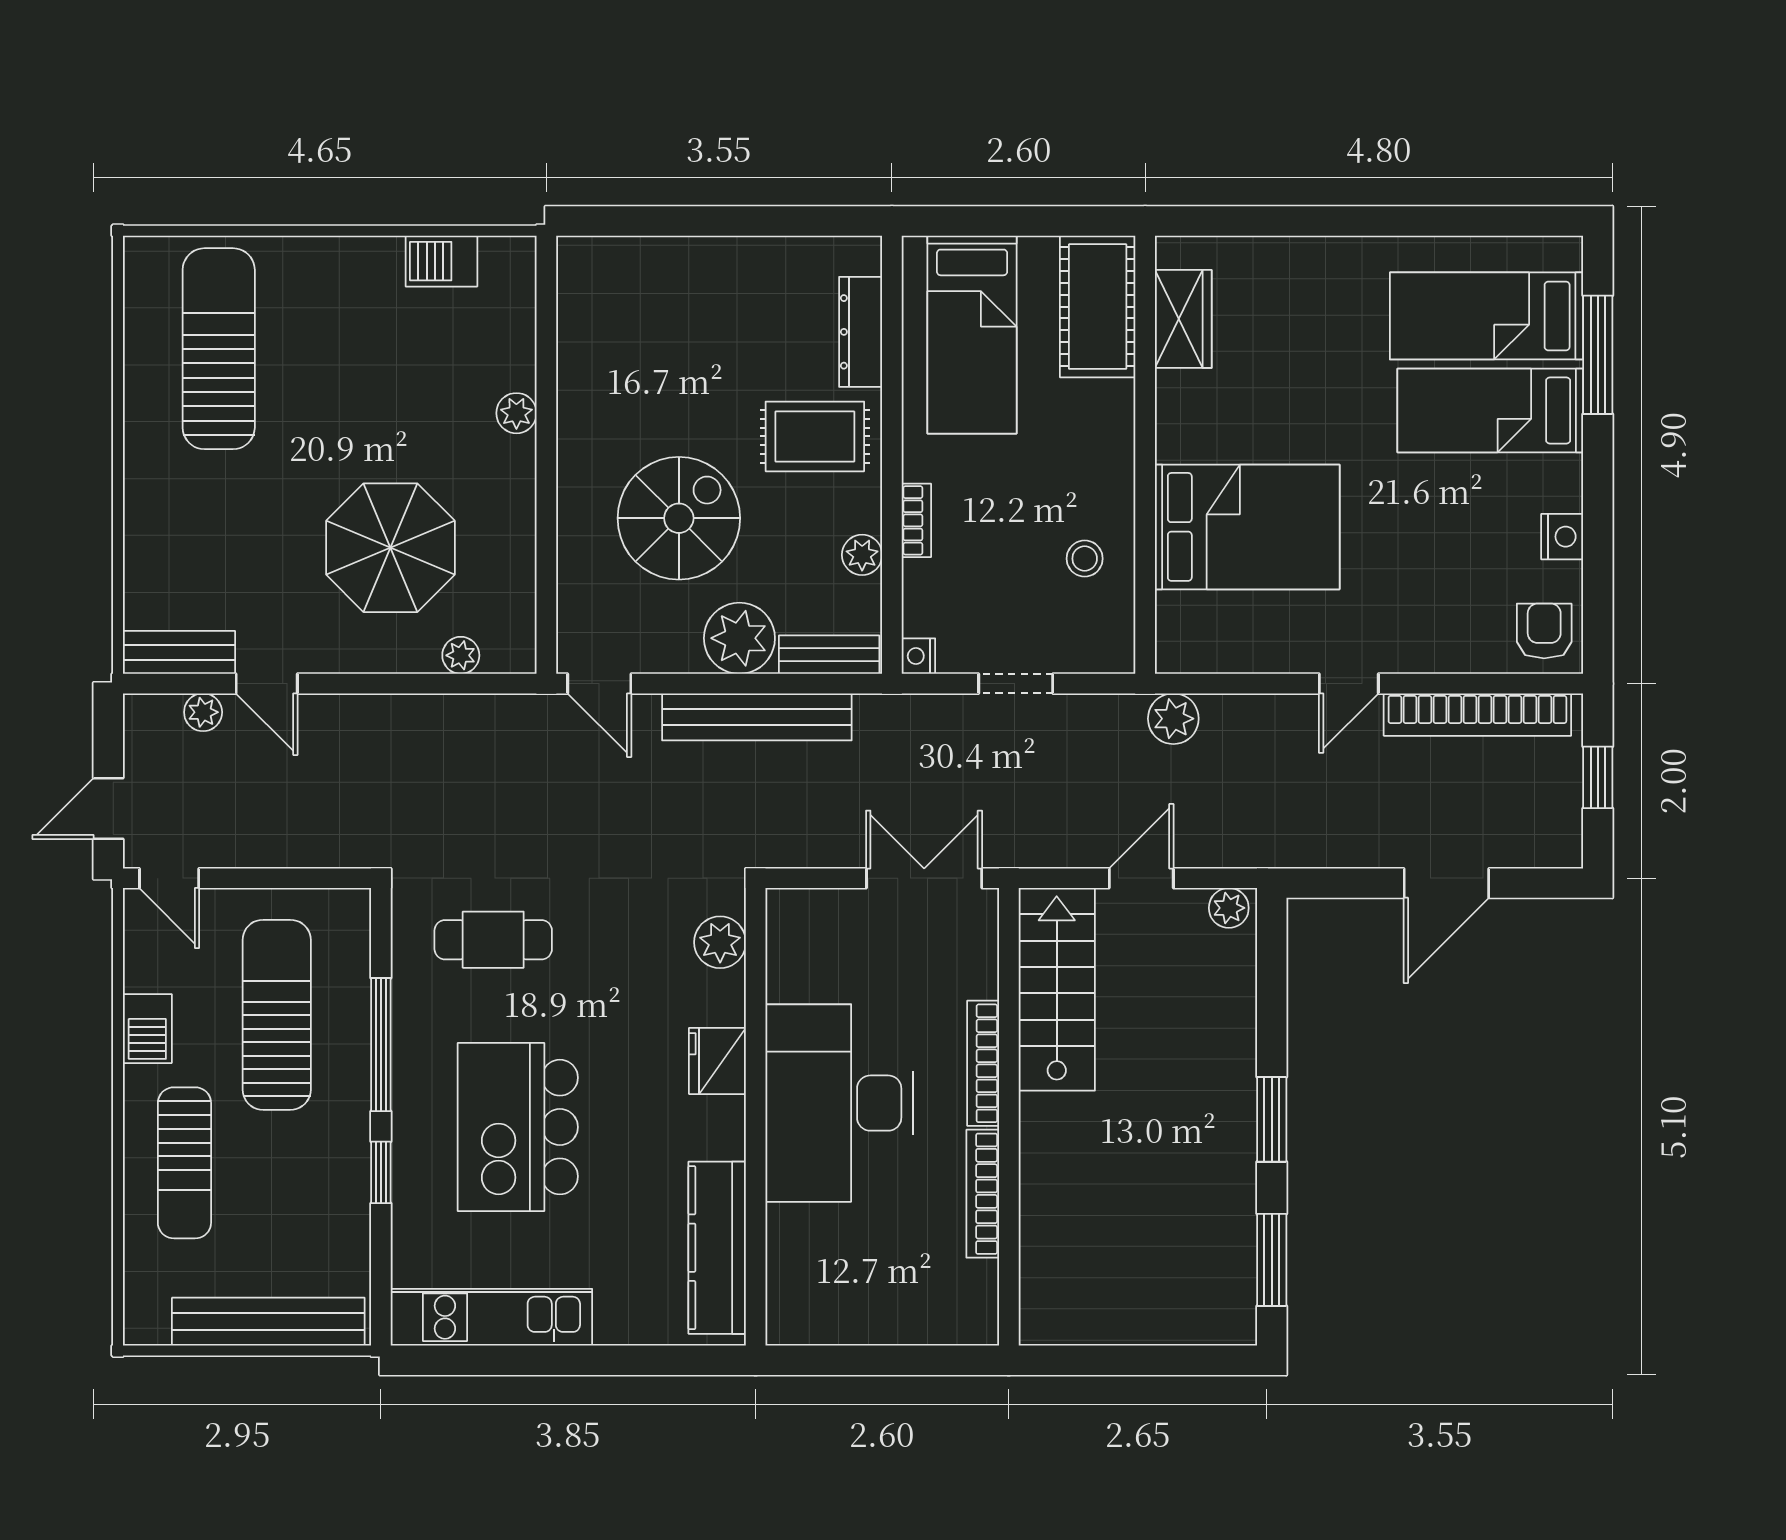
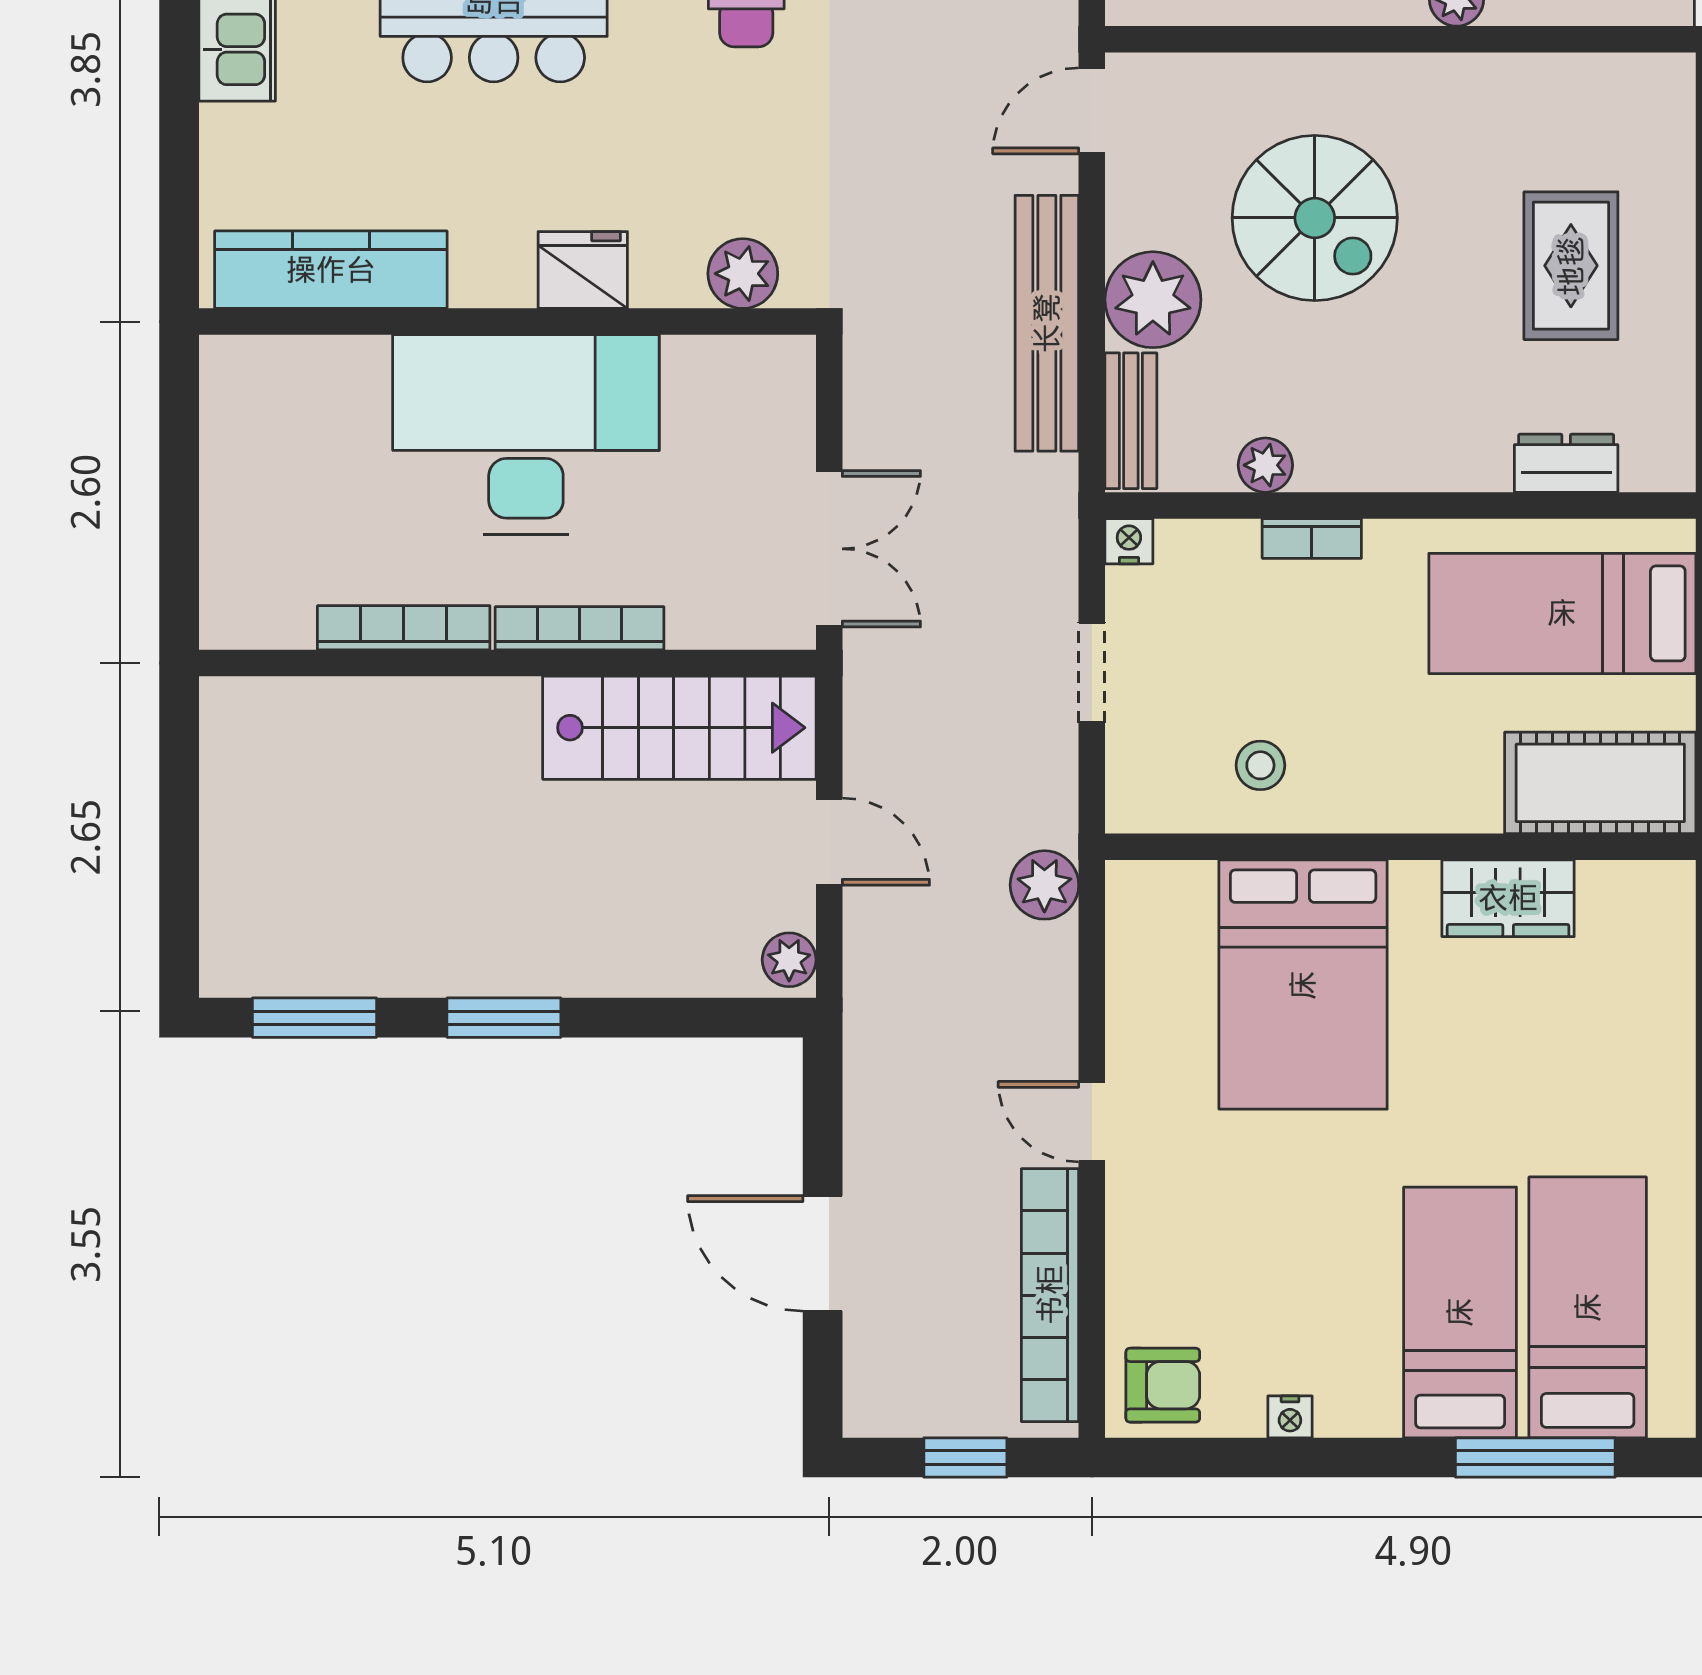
wardrobe: (1183, 319) -> (1508, 898), moved
dresser: (861, 332) -> (1566, 463), width x0.70
rug: (815, 436) -> (1571, 266), moved
nightstand: (1562, 537) -> (1290, 1417), width x0.72, depth x0.74

